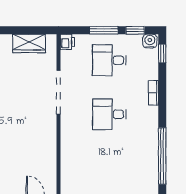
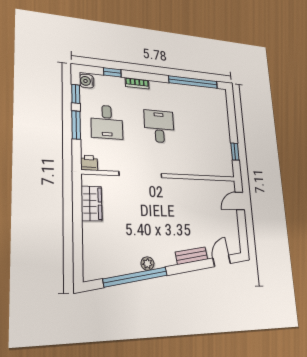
window: (162, 54) -> (112, 72), moved
desk: (109, 114) -> (159, 126), turned 180

